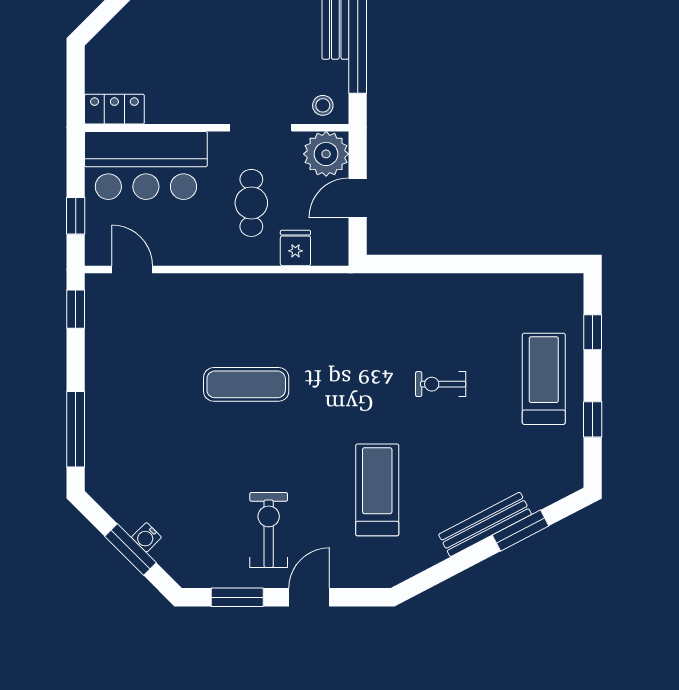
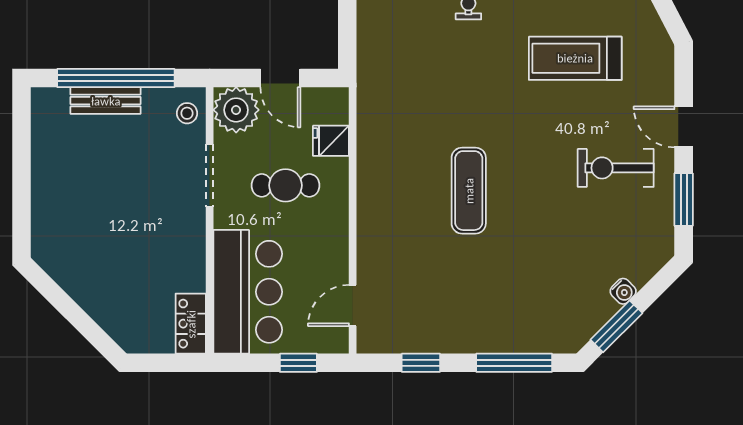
window: (76, 309) -> (421, 363), moved
window: (131, 550) -> (616, 326), moved

